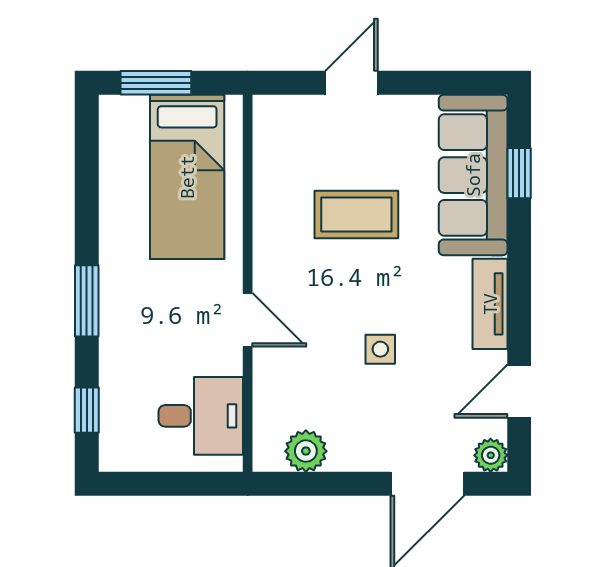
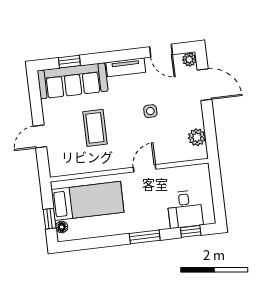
window: (156, 83) -> (50, 219), width x0.67
door: (352, 83) -> (40, 137), hinge flipped
floor lamp: (133, 109) -> (62, 227), added
desk: (201, 416) -> (185, 209), moved, turned 180

